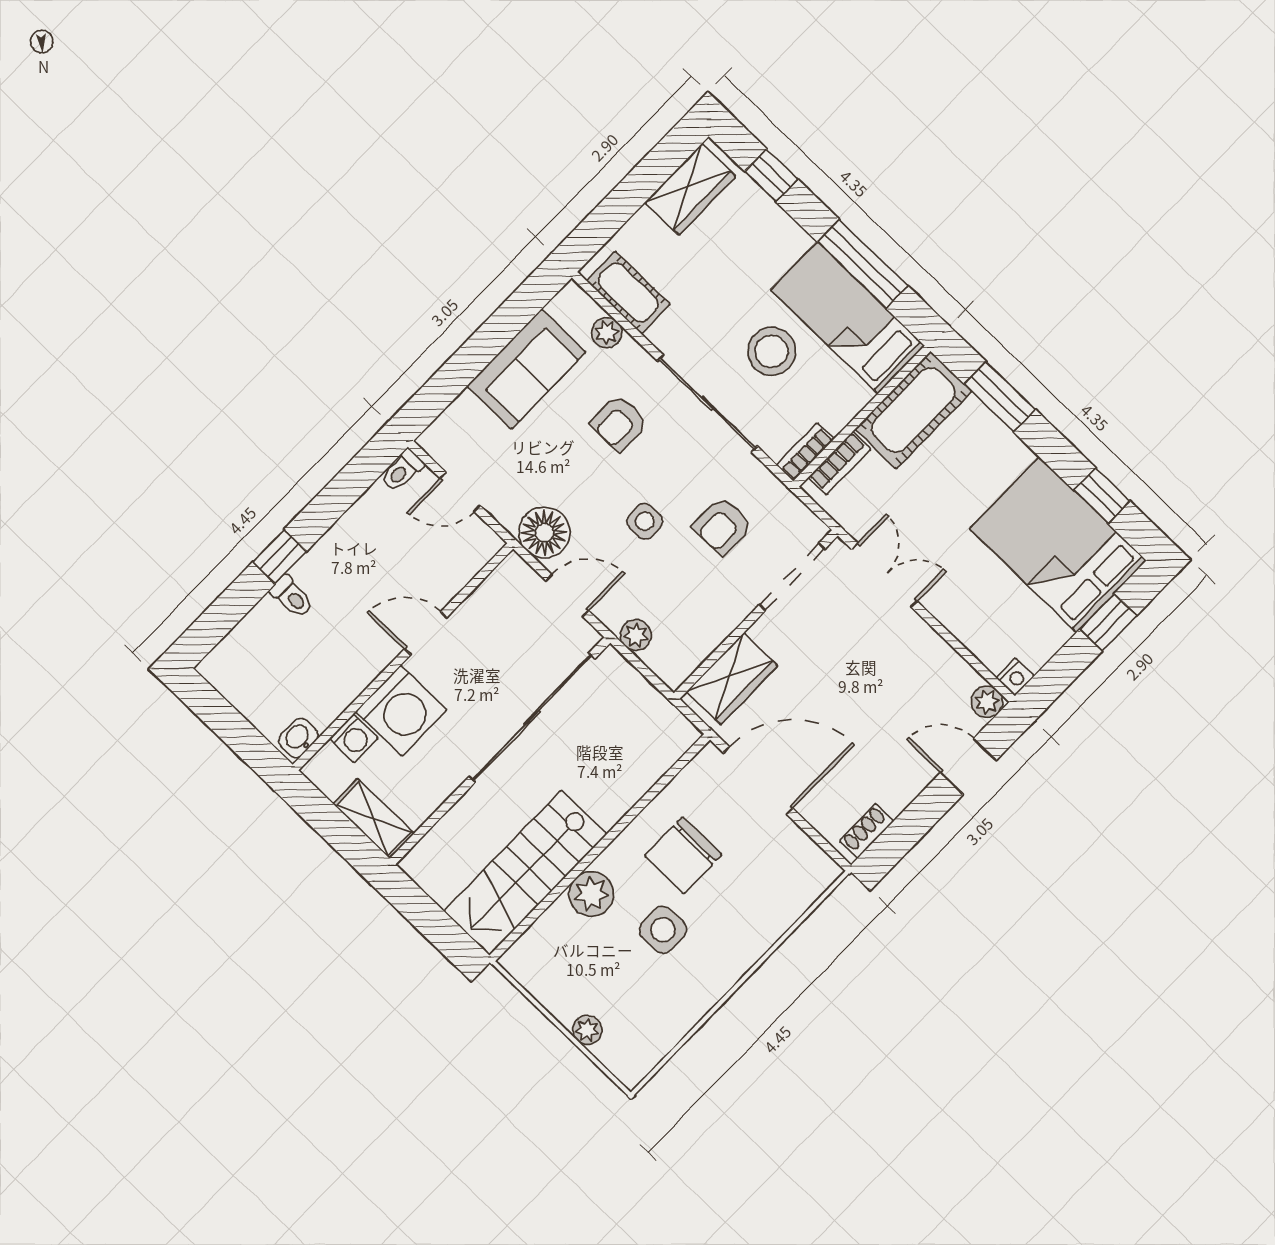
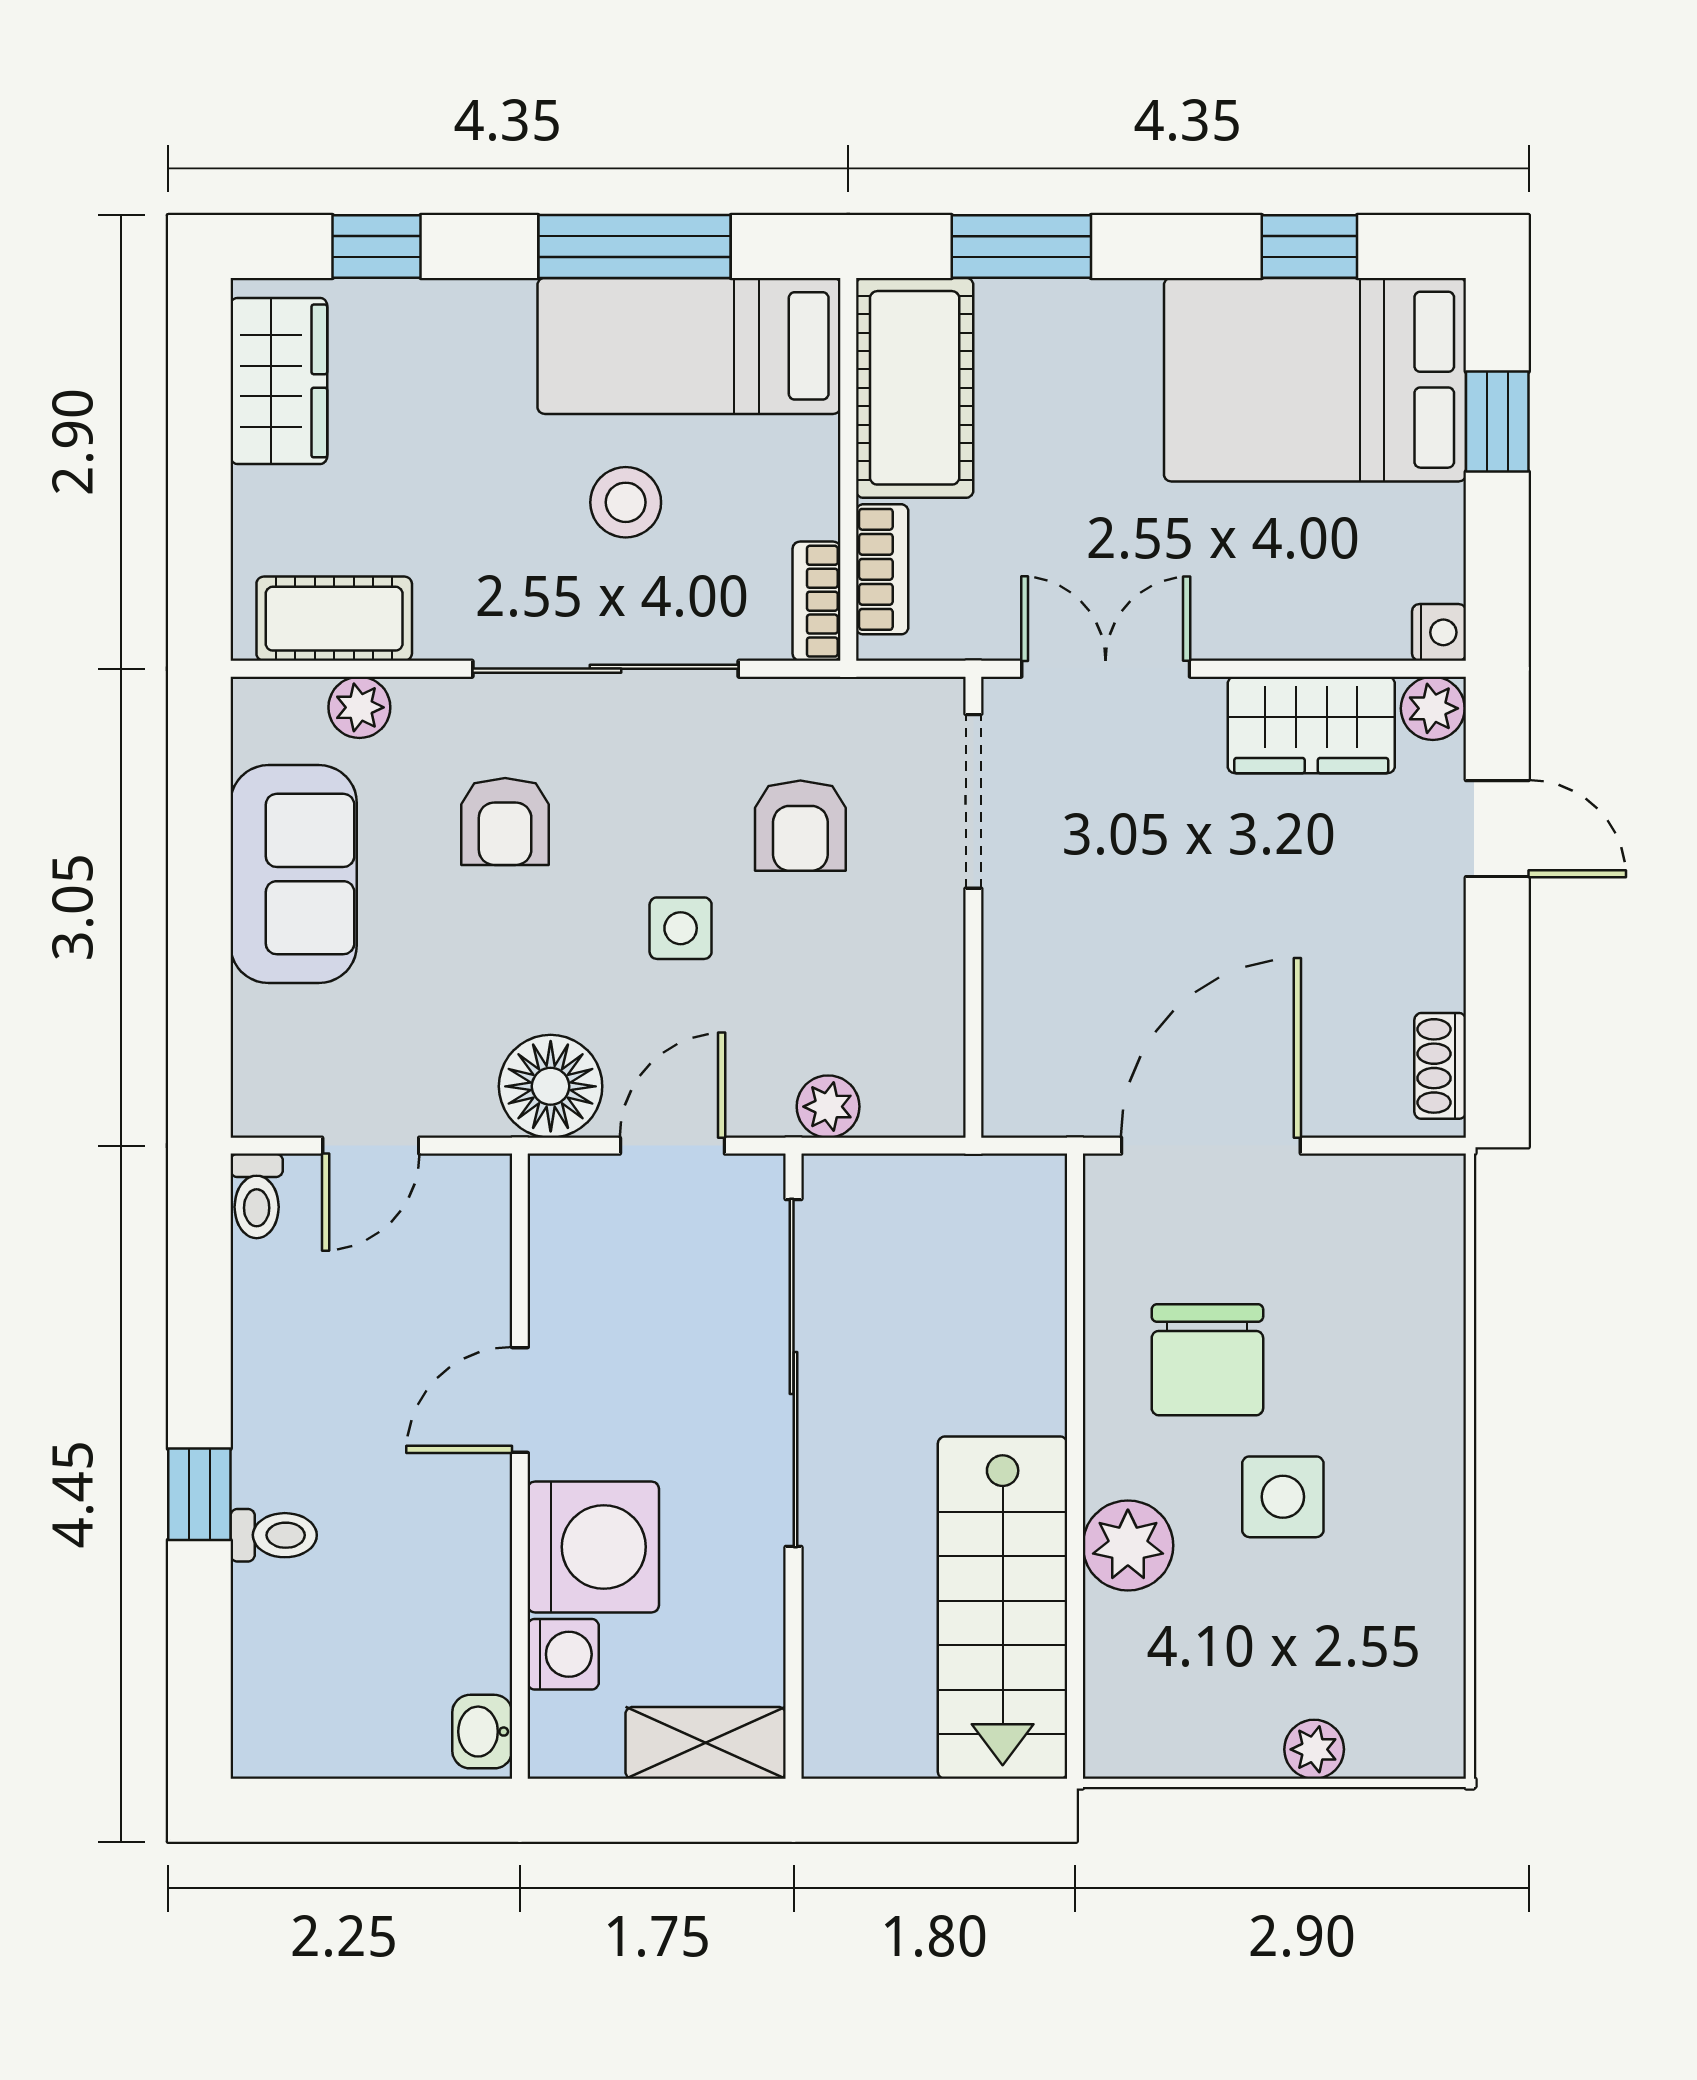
stool: (772, 351) -> (626, 502), width x0.73, depth x0.73
wardrobe: (732, 679) -> (1311, 725), moved, turned 90
door: (968, 766) -> (1497, 829), swing flipped

